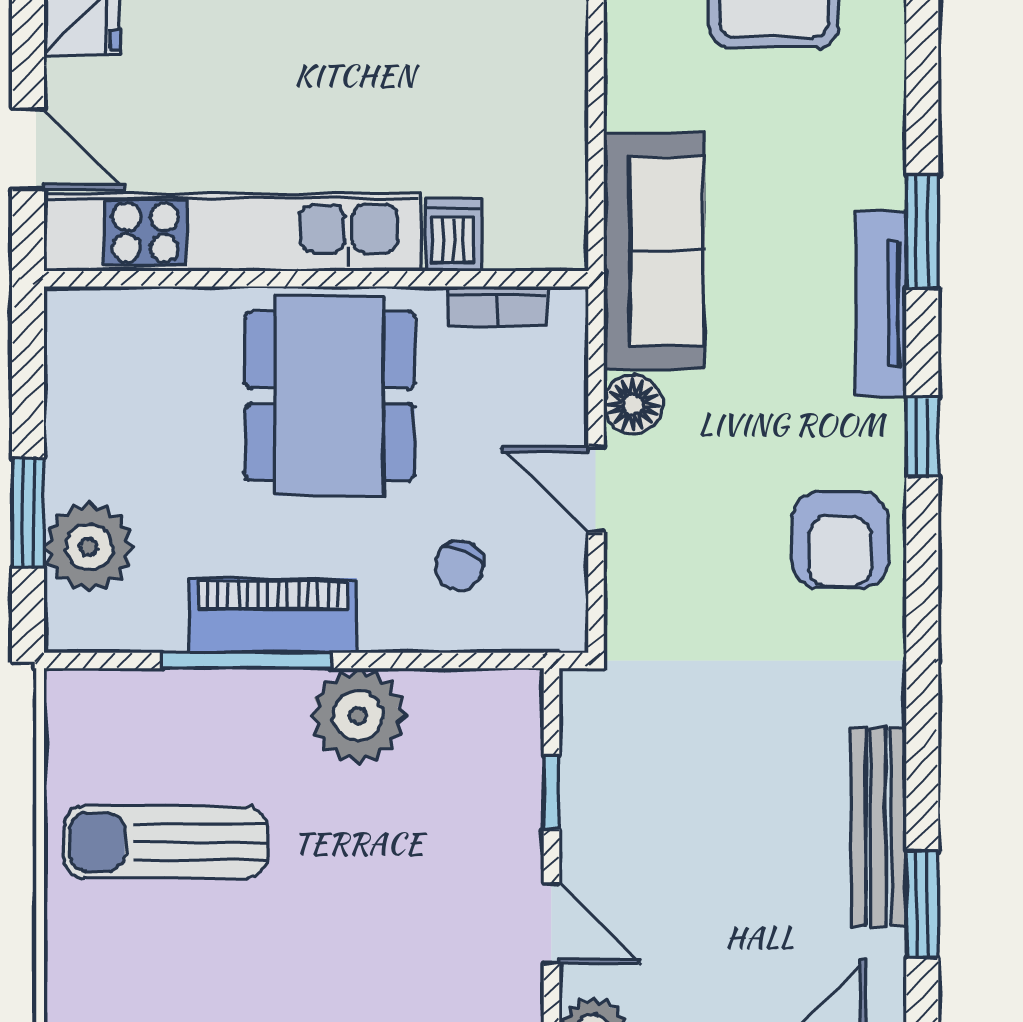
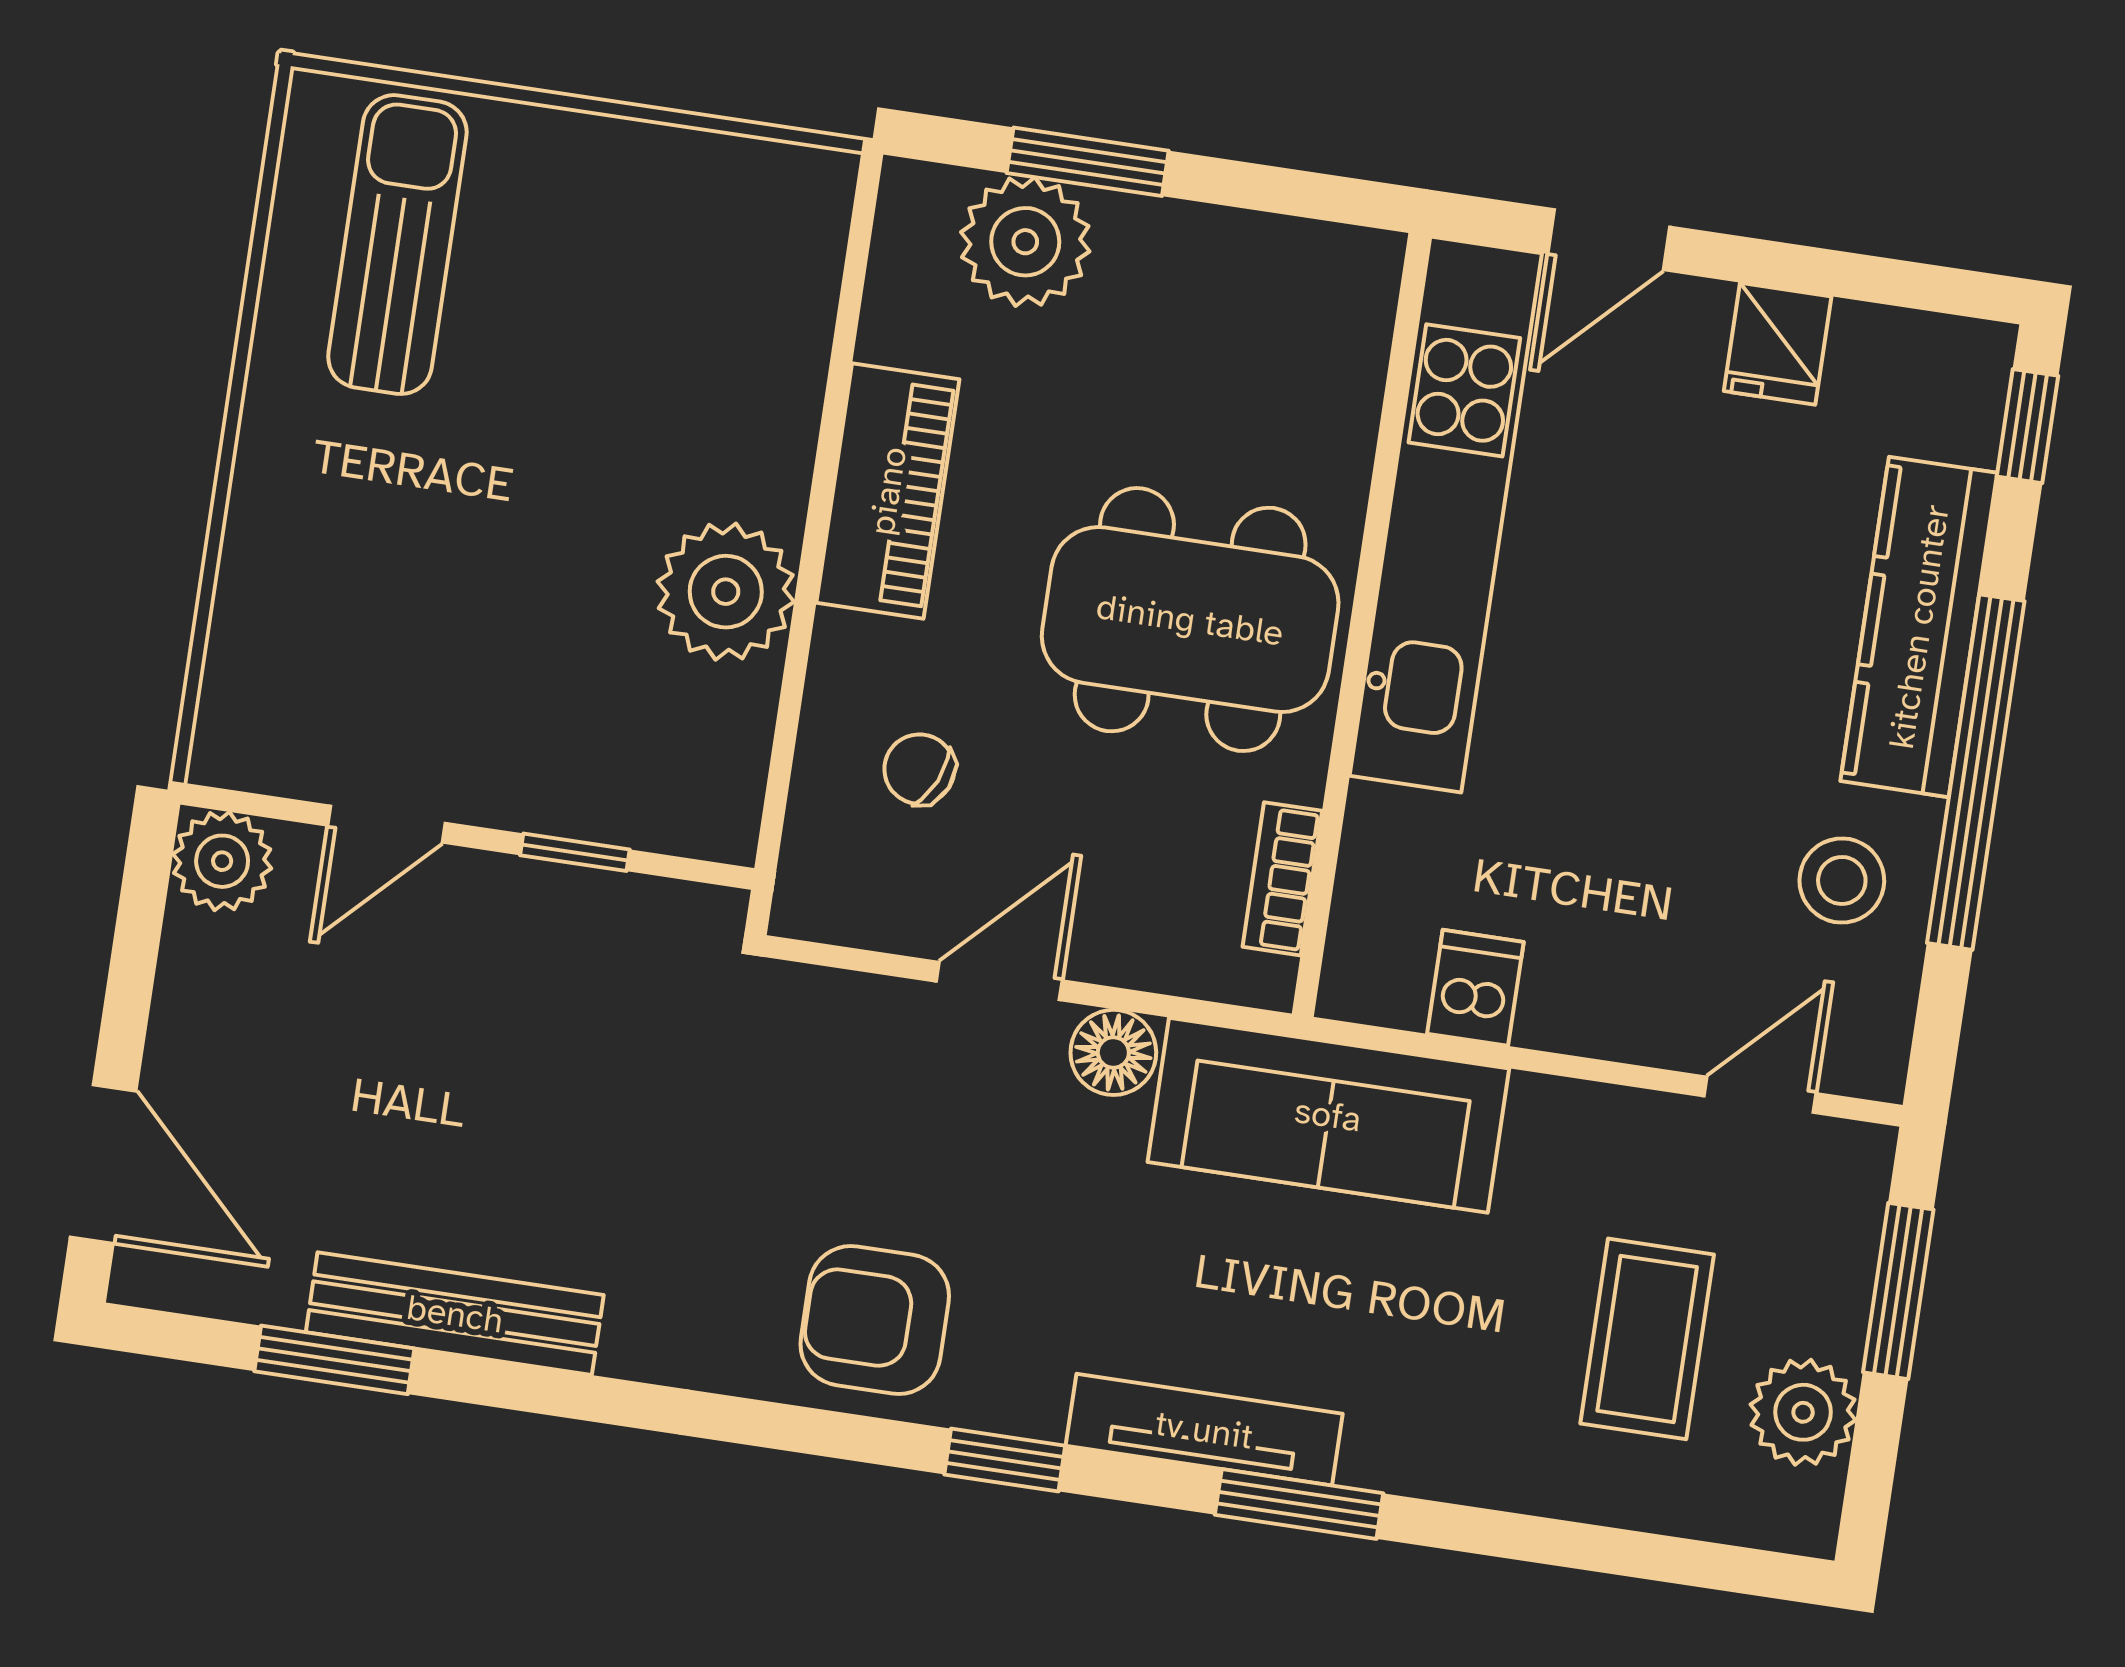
dishwasher: (453, 235) -> (1475, 988), moved, turned -90
window: (247, 660) -> (829, 444), removed
sun lounger: (165, 842) -> (397, 245), moved

